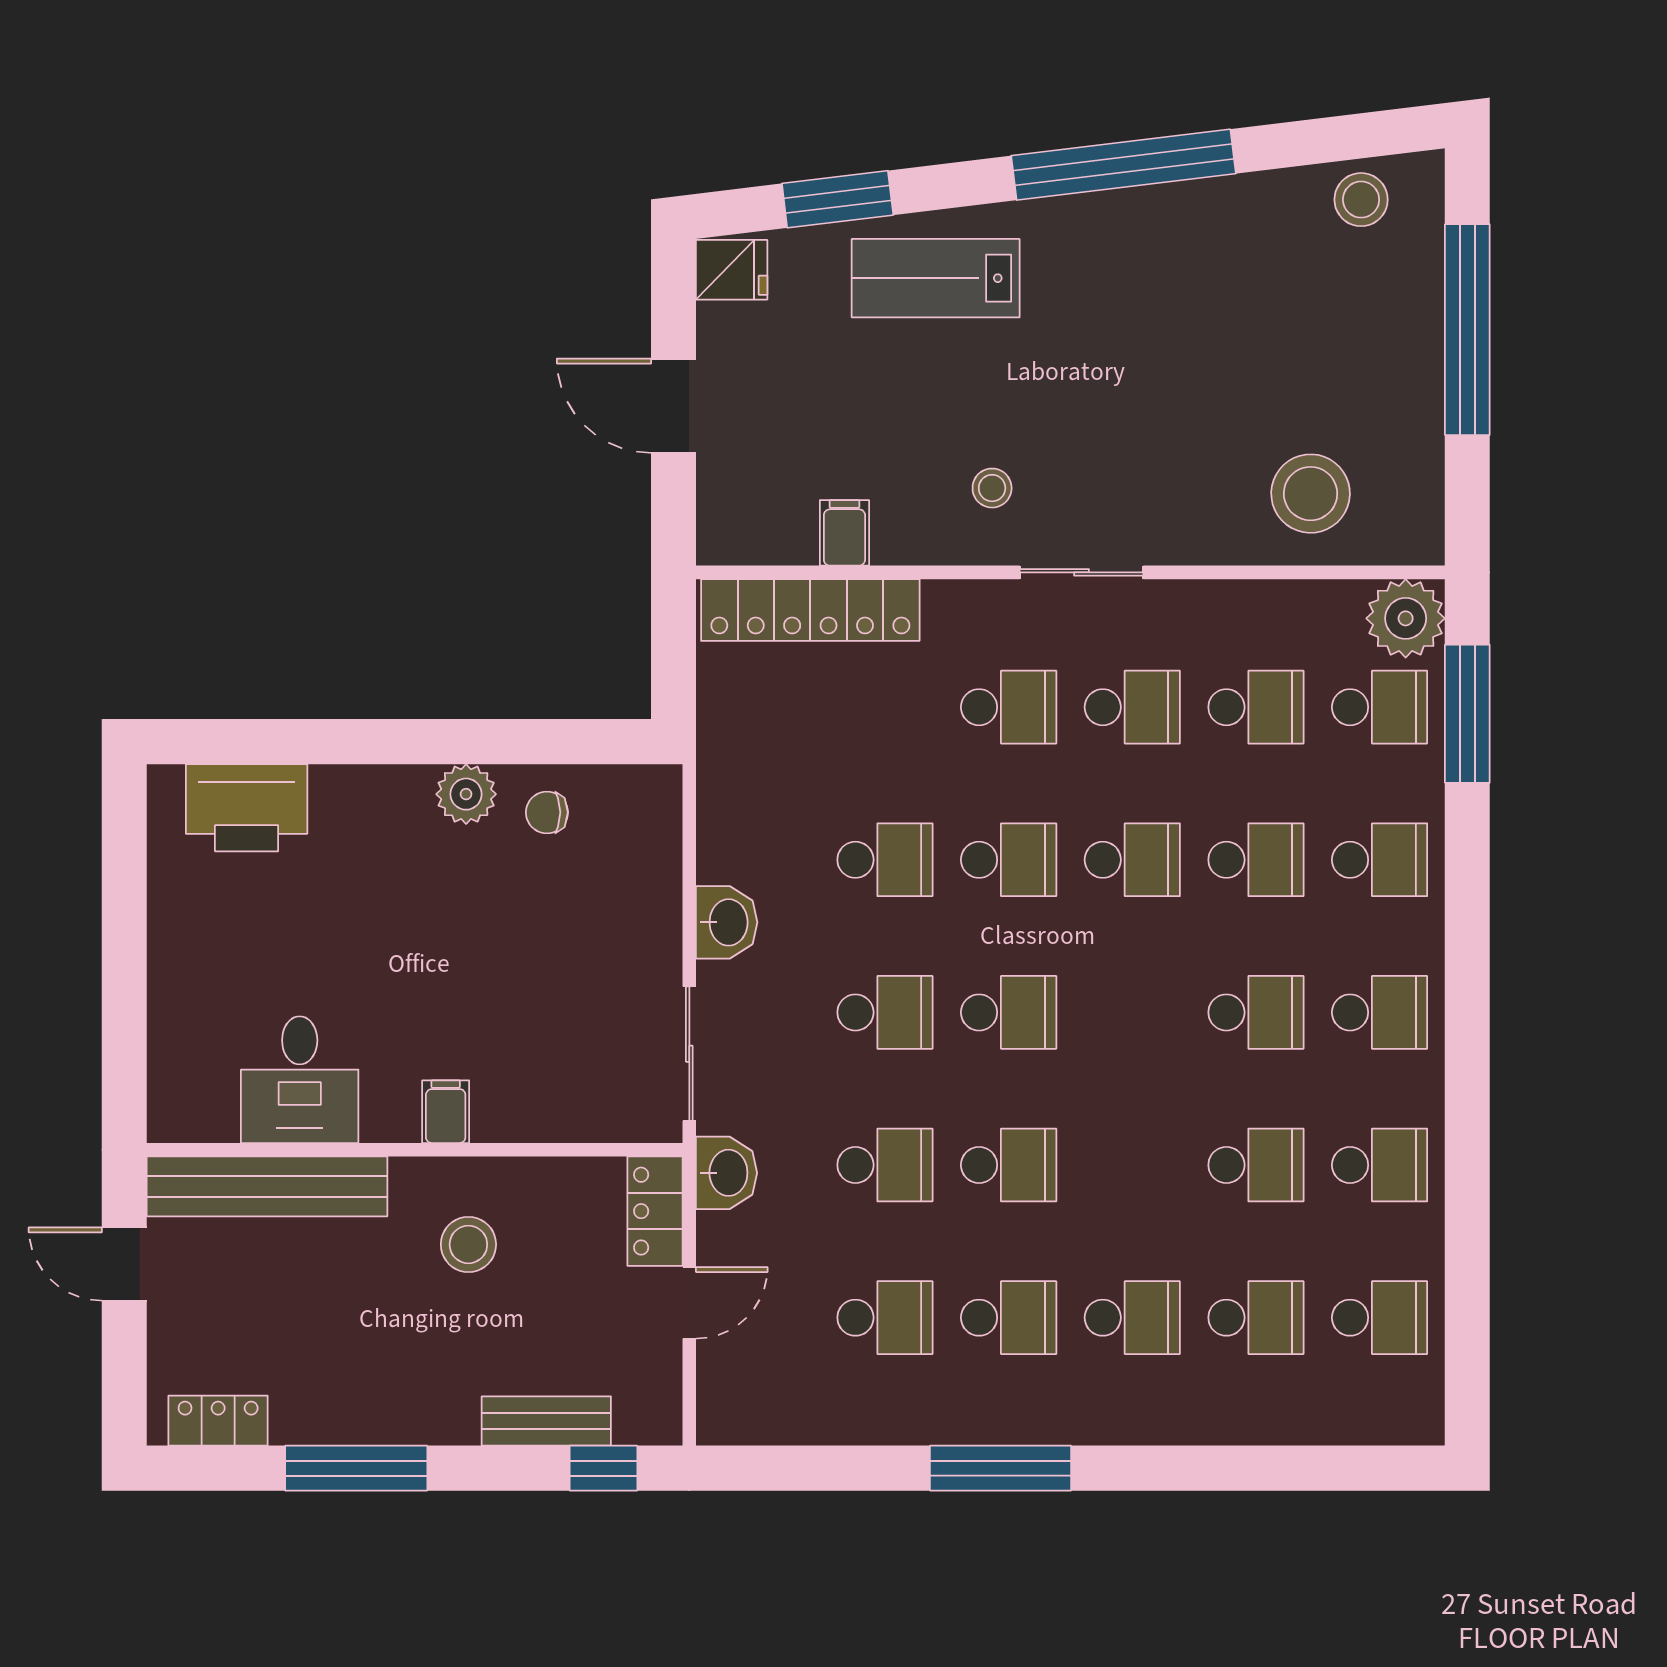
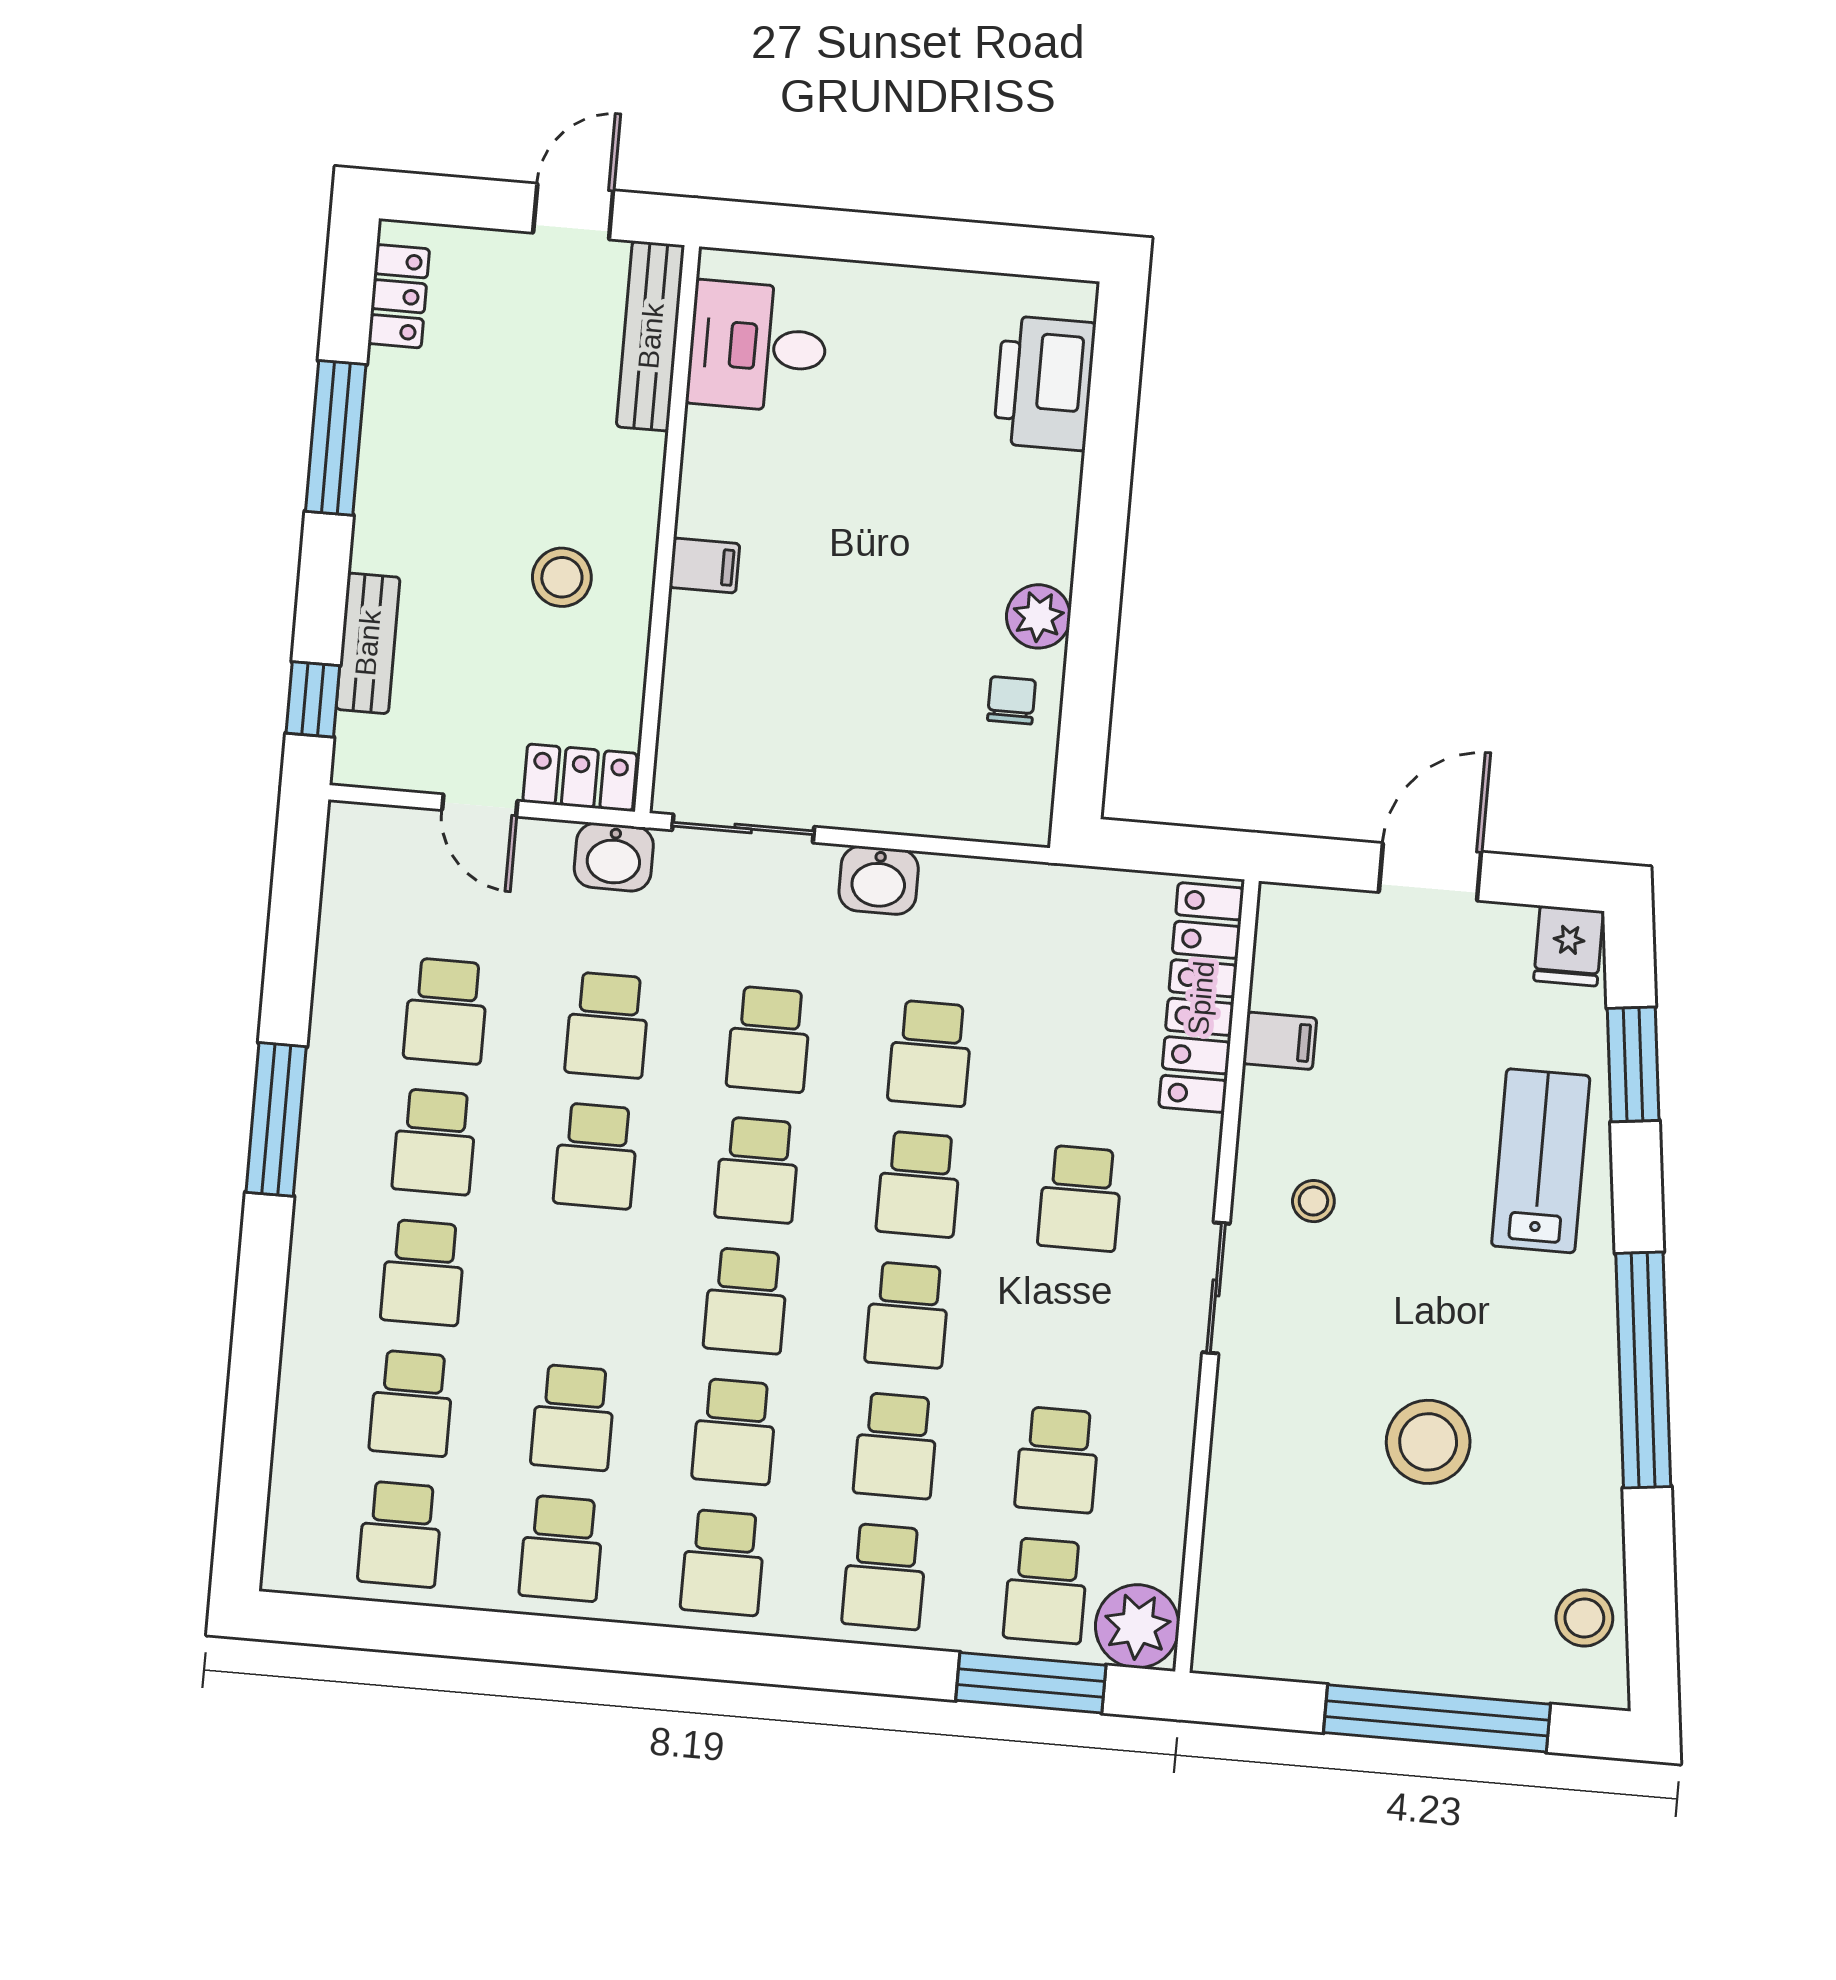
stool: (1311, 494) -> (1428, 1442), moved
school desk: (1132, 707) -> (746, 1301), moved
desk: (300, 1080) -> (758, 347), moved
bench: (267, 1186) -> (651, 336), width x0.73, depth x0.82

